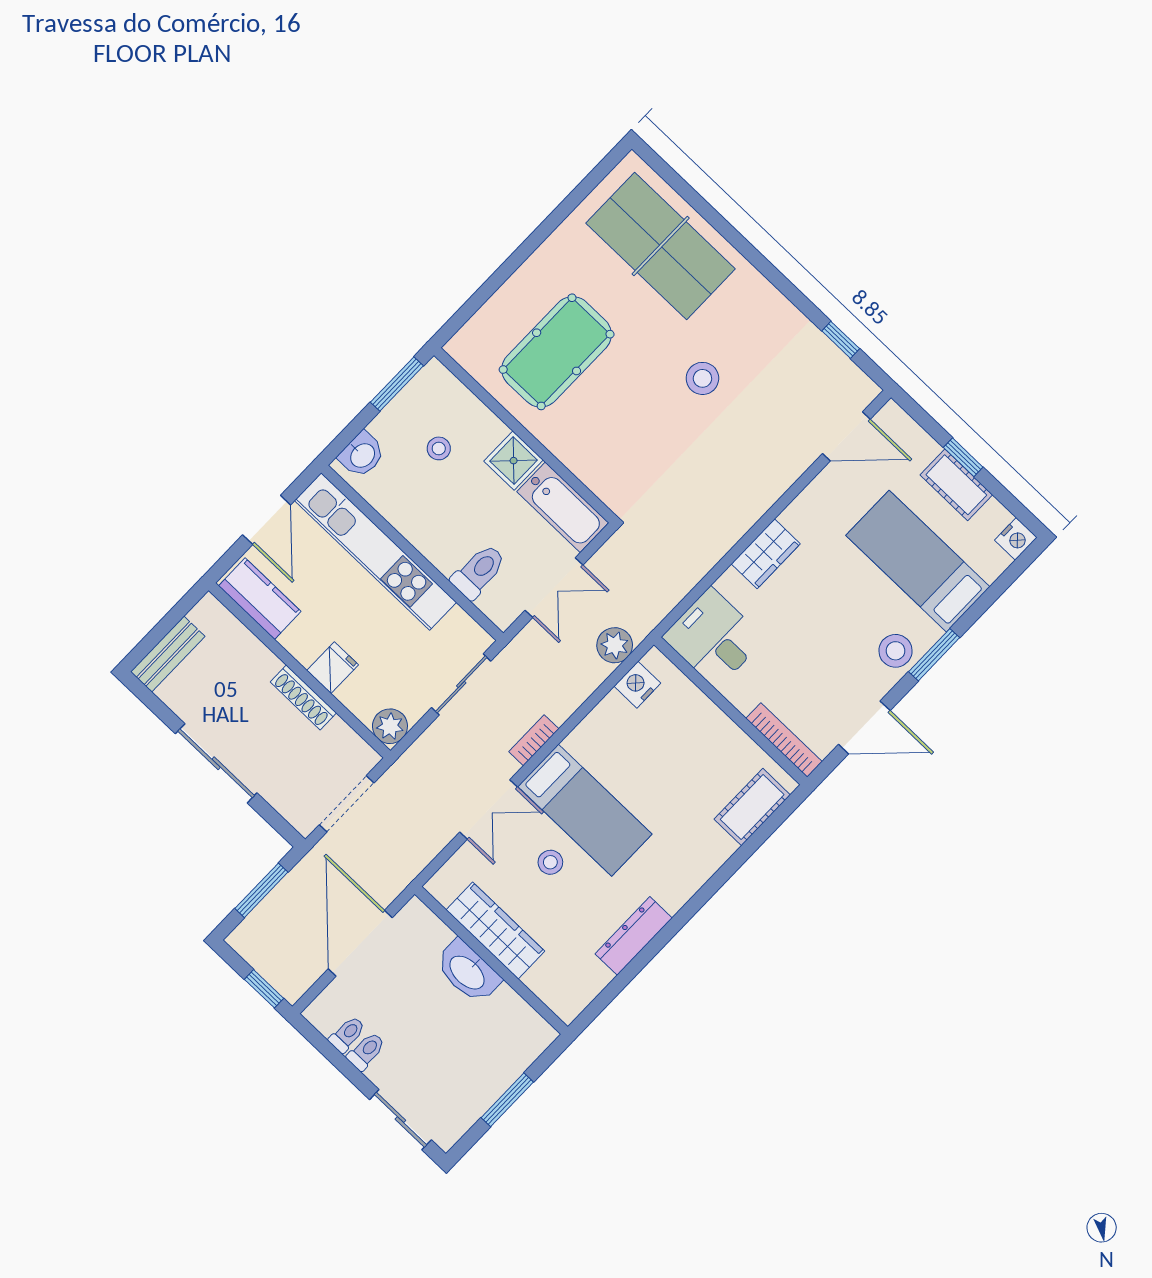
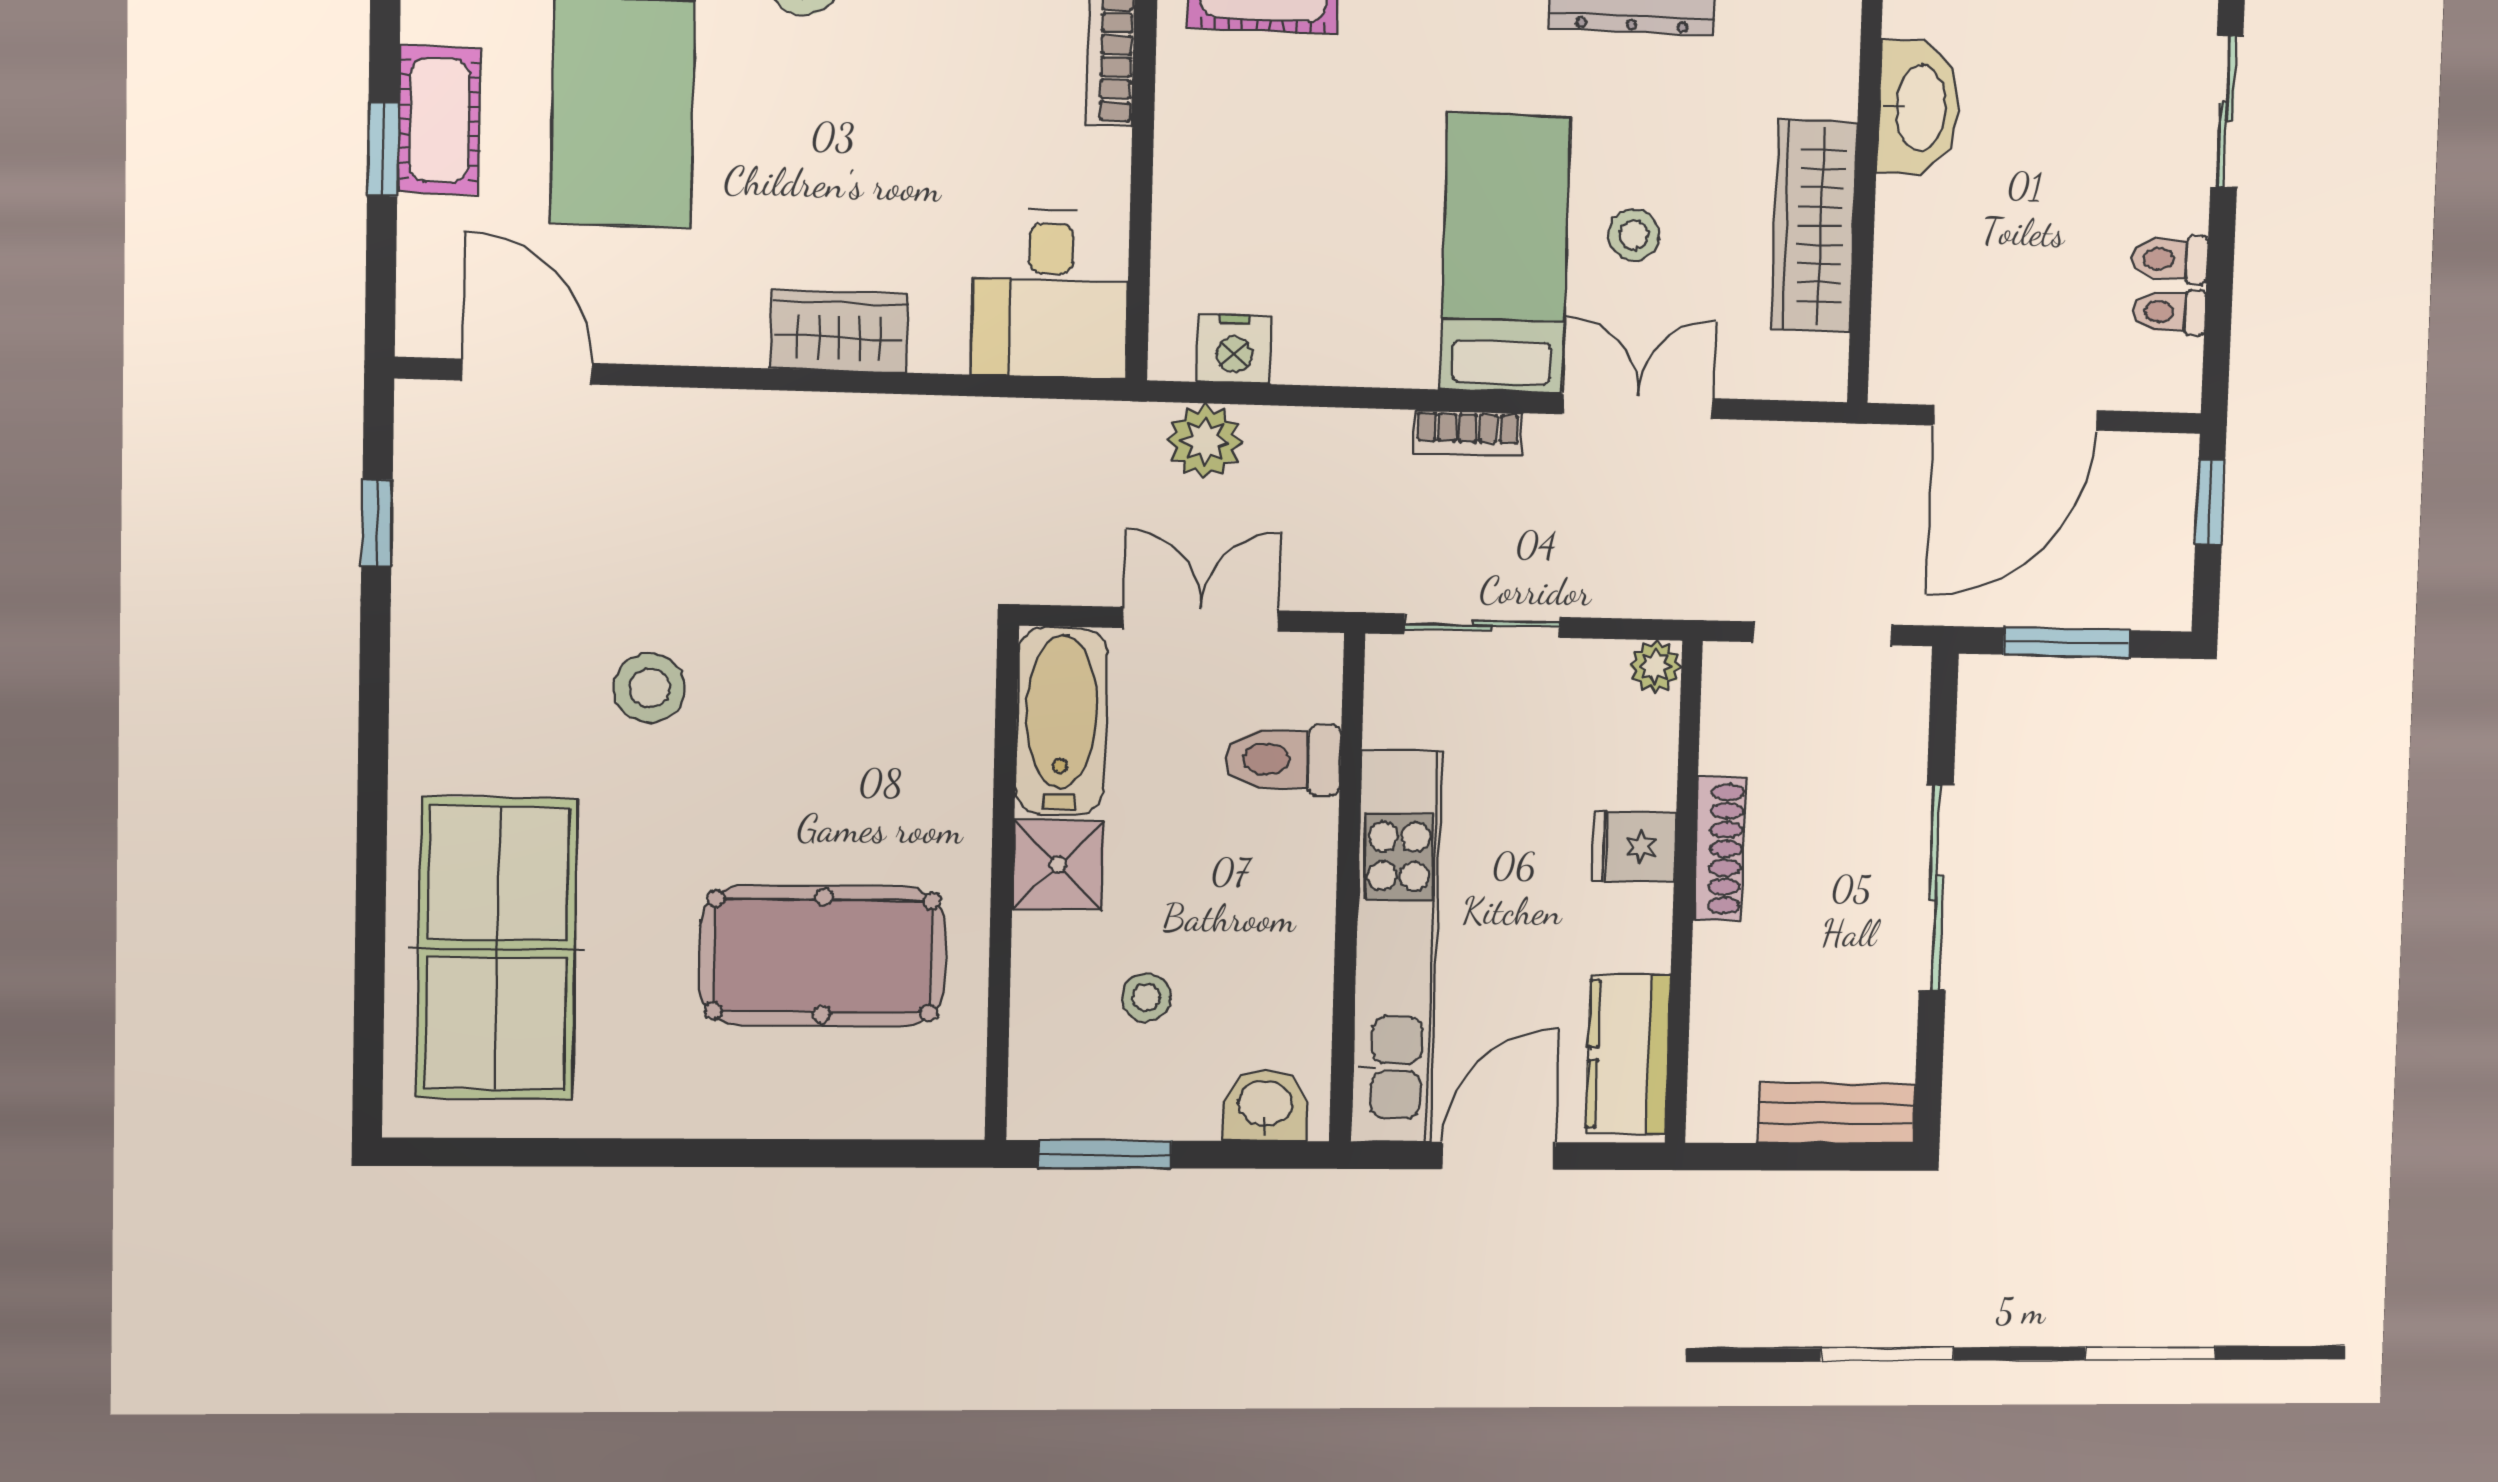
plant: (390, 726) -> (1655, 666), width x0.73, depth x0.73
washbasin: (468, 972) -> (1918, 108), moved

